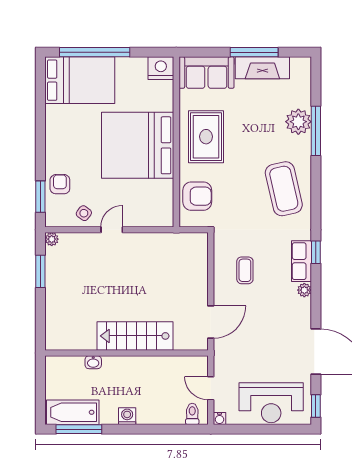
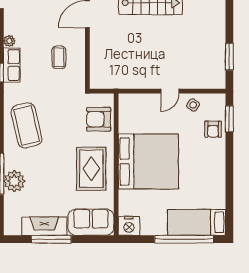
bed: (80, 80) -> (197, 222), width x0.67
plant: (52, 239) -> (220, 83), removed

